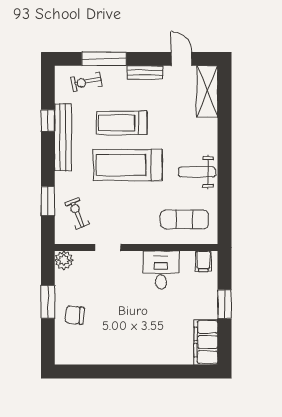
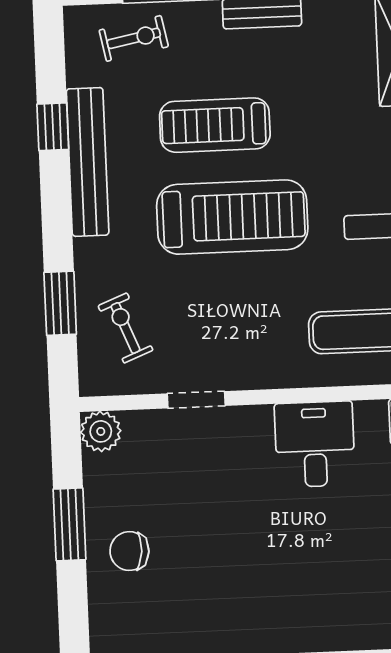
exercise bike: (86, 82) -> (134, 38), turned 180
treadmill: (128, 165) -> (232, 217), turned 180

